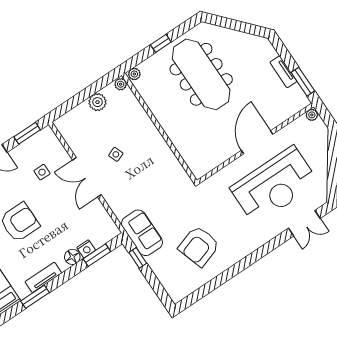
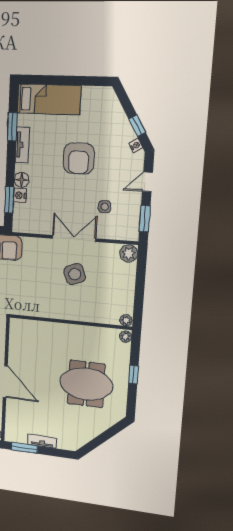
meeting table: (201, 74) -> (86, 384), width x0.73
plant: (98, 102) -> (129, 253), moved
side table: (116, 154) -> (75, 274), width x1.87, depth x1.87

